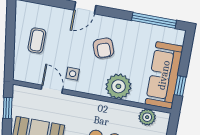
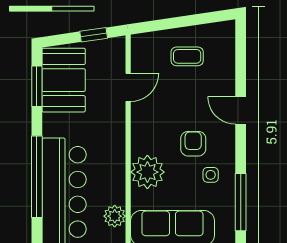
armchair: (103, 48) -> (193, 144), turned 110
side table: (73, 74) -> (211, 175), moved

